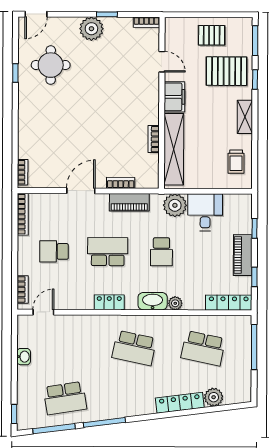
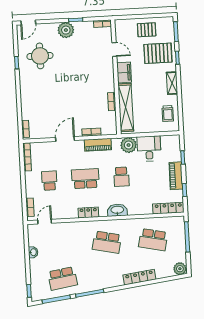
school desk: (54, 251) -> (49, 181), turned 90
plant: (175, 303) -> (133, 211), removed
plant: (214, 397) -> (180, 269), moved

